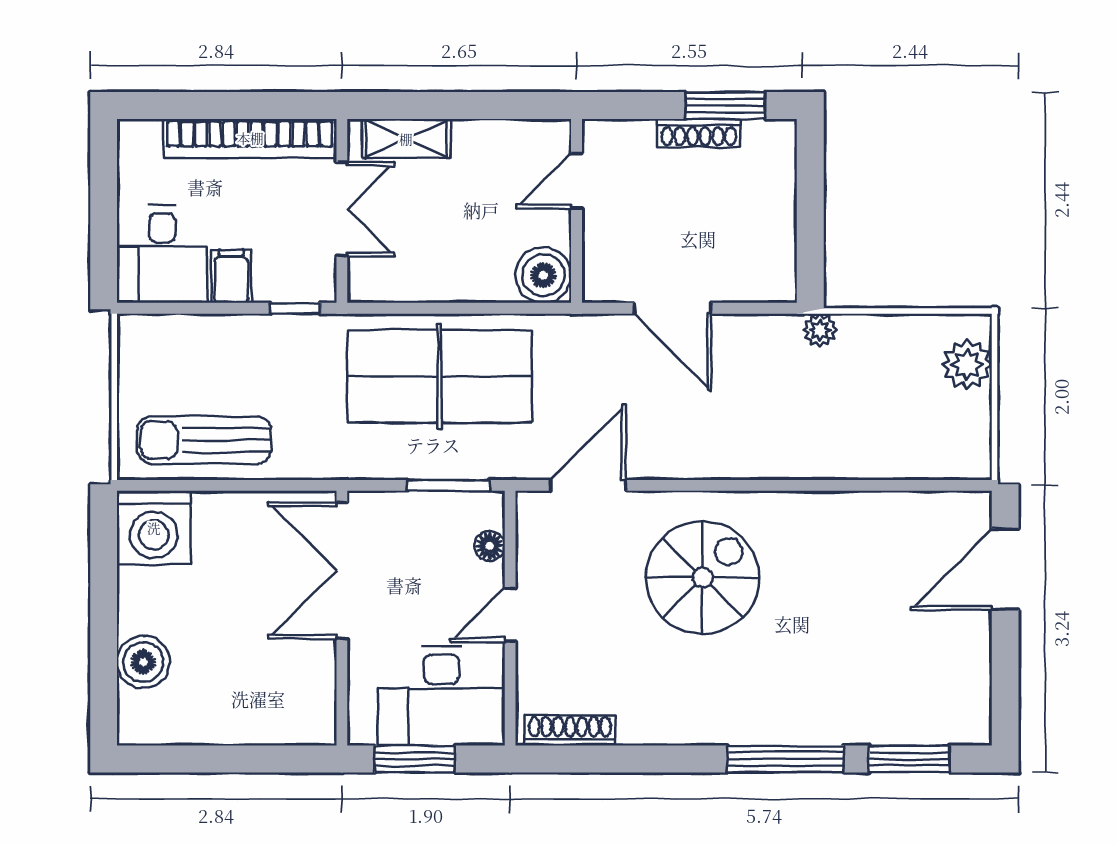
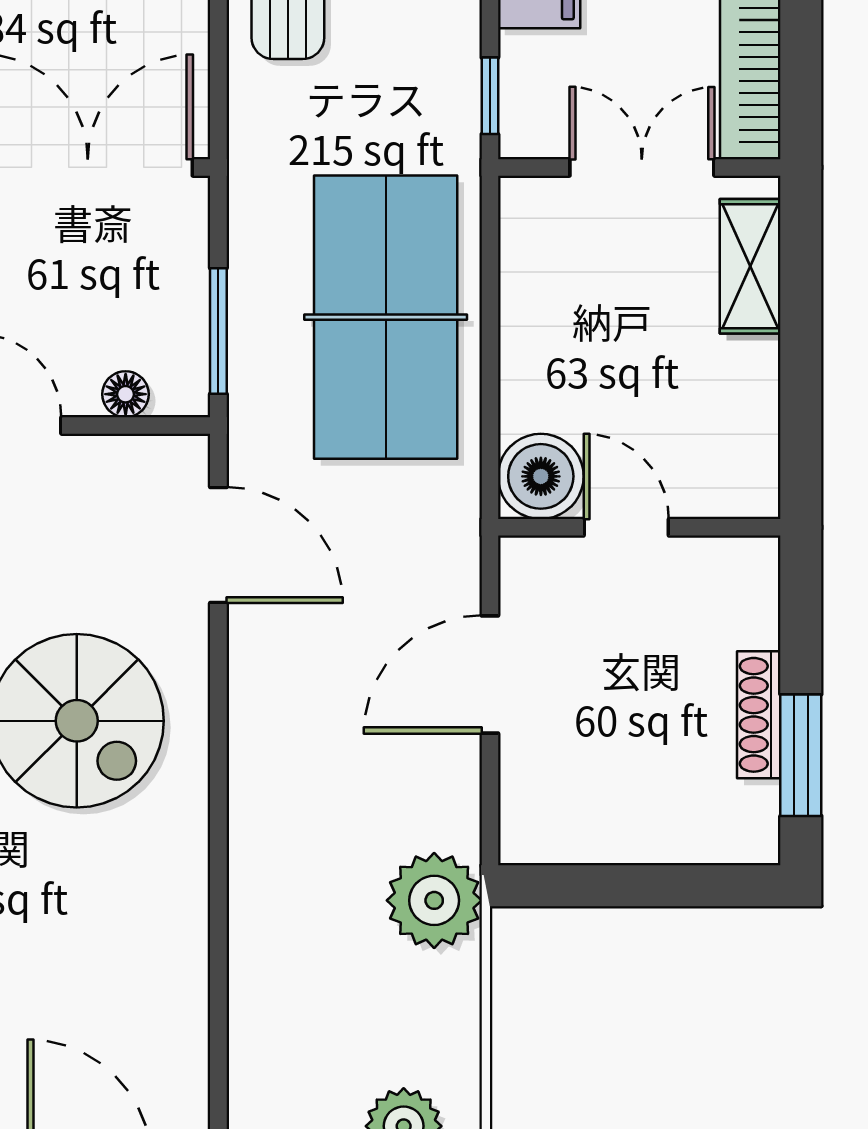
door: (576, 181) -> (626, 527), moved
double door: (342, 209) -> (642, 167), swing flipped
plant: (820, 330) -> (434, 900), width x1.88, depth x1.88

